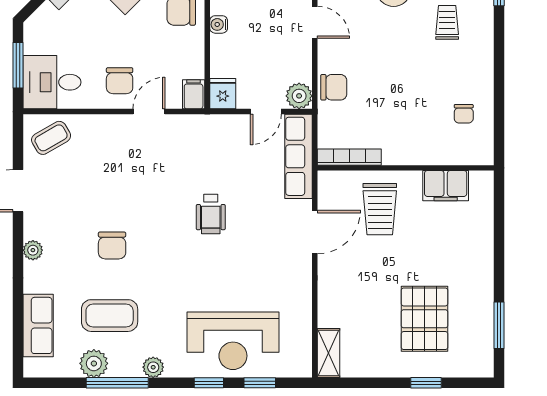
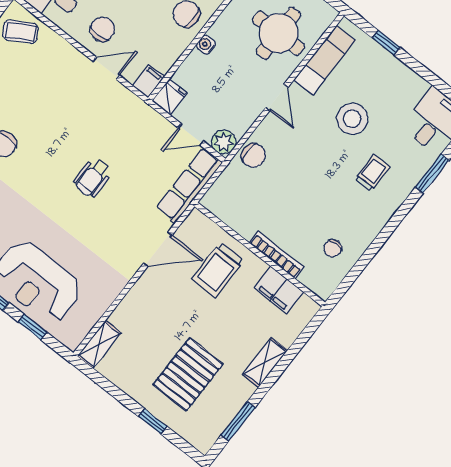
chair: (120, 81) -> (102, 29), turned 180
bookcase: (349, 157) -> (276, 255), moved
shelving: (482, 257) -> (265, 362), added

